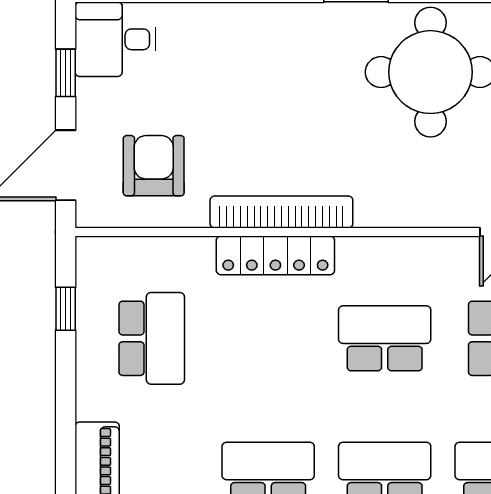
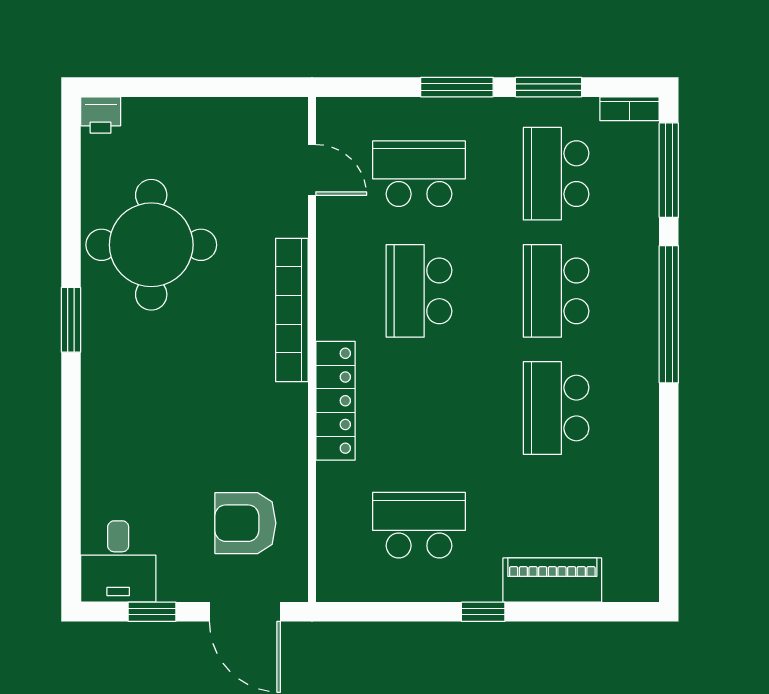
bookcase: (281, 212) -> (292, 310), moved
window: (66, 309) -> (483, 612), moved

